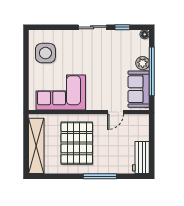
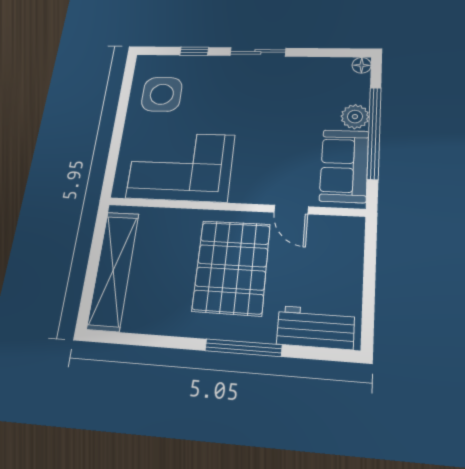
window: (122, 27) -> (194, 51), moved
door: (116, 112) -> (291, 210), hinge flipped
pallet: (77, 143) -> (232, 267), moved
workbench: (141, 158) -> (316, 327), moved, turned 90

